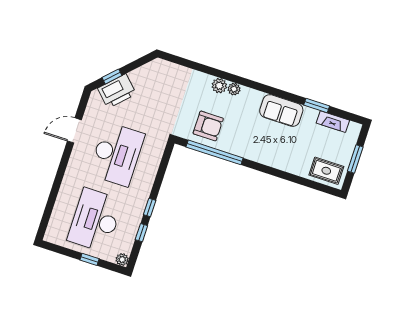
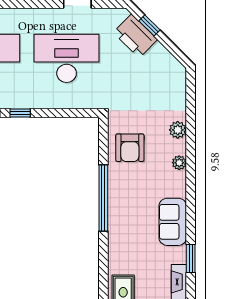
plant: (219, 86) -> (178, 130), moved
window: (215, 152) -> (103, 198), moved
desk: (117, 154) -> (67, 58), turned 180

